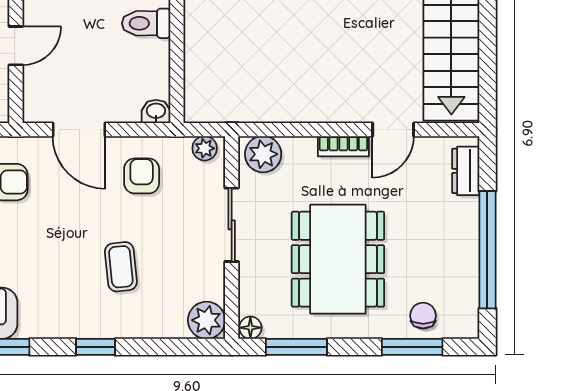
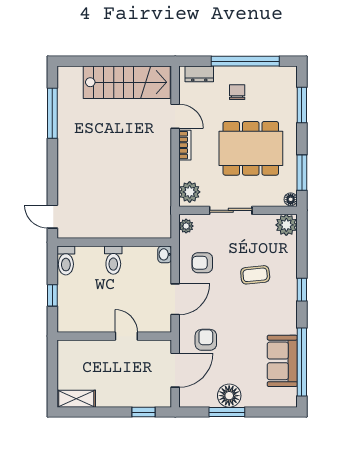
chair: (423, 316) -> (237, 92), moved, turned 90

